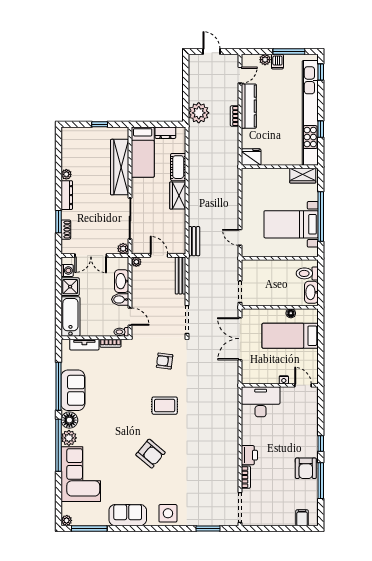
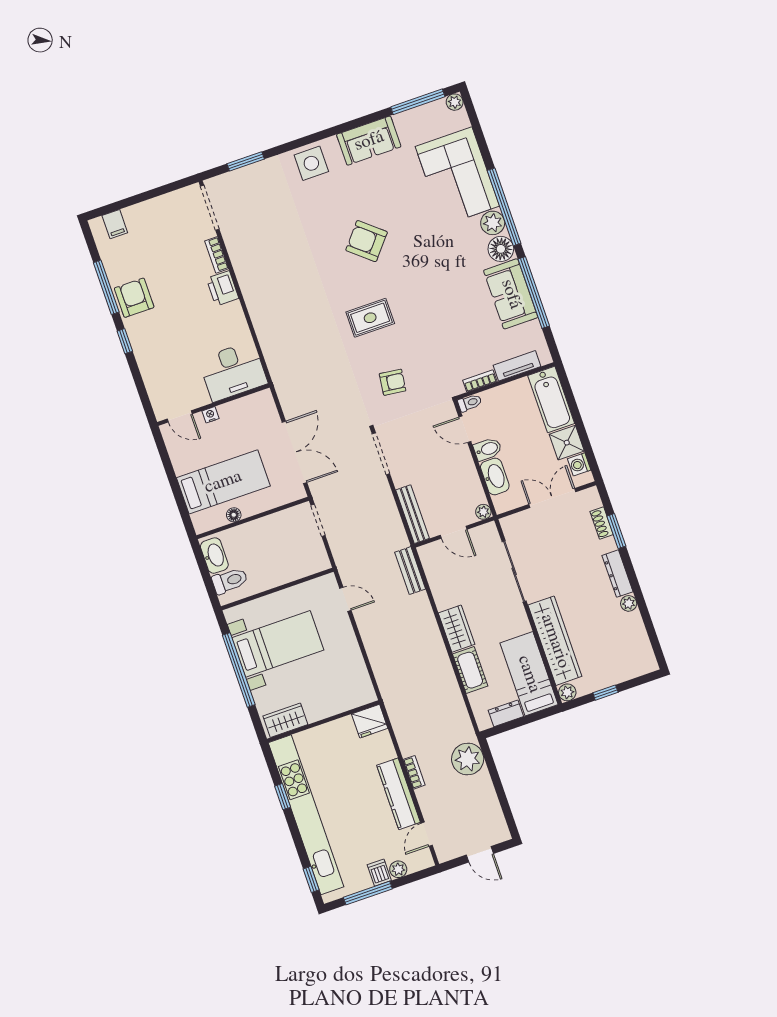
plant: (123, 249) -> (567, 692), moved

